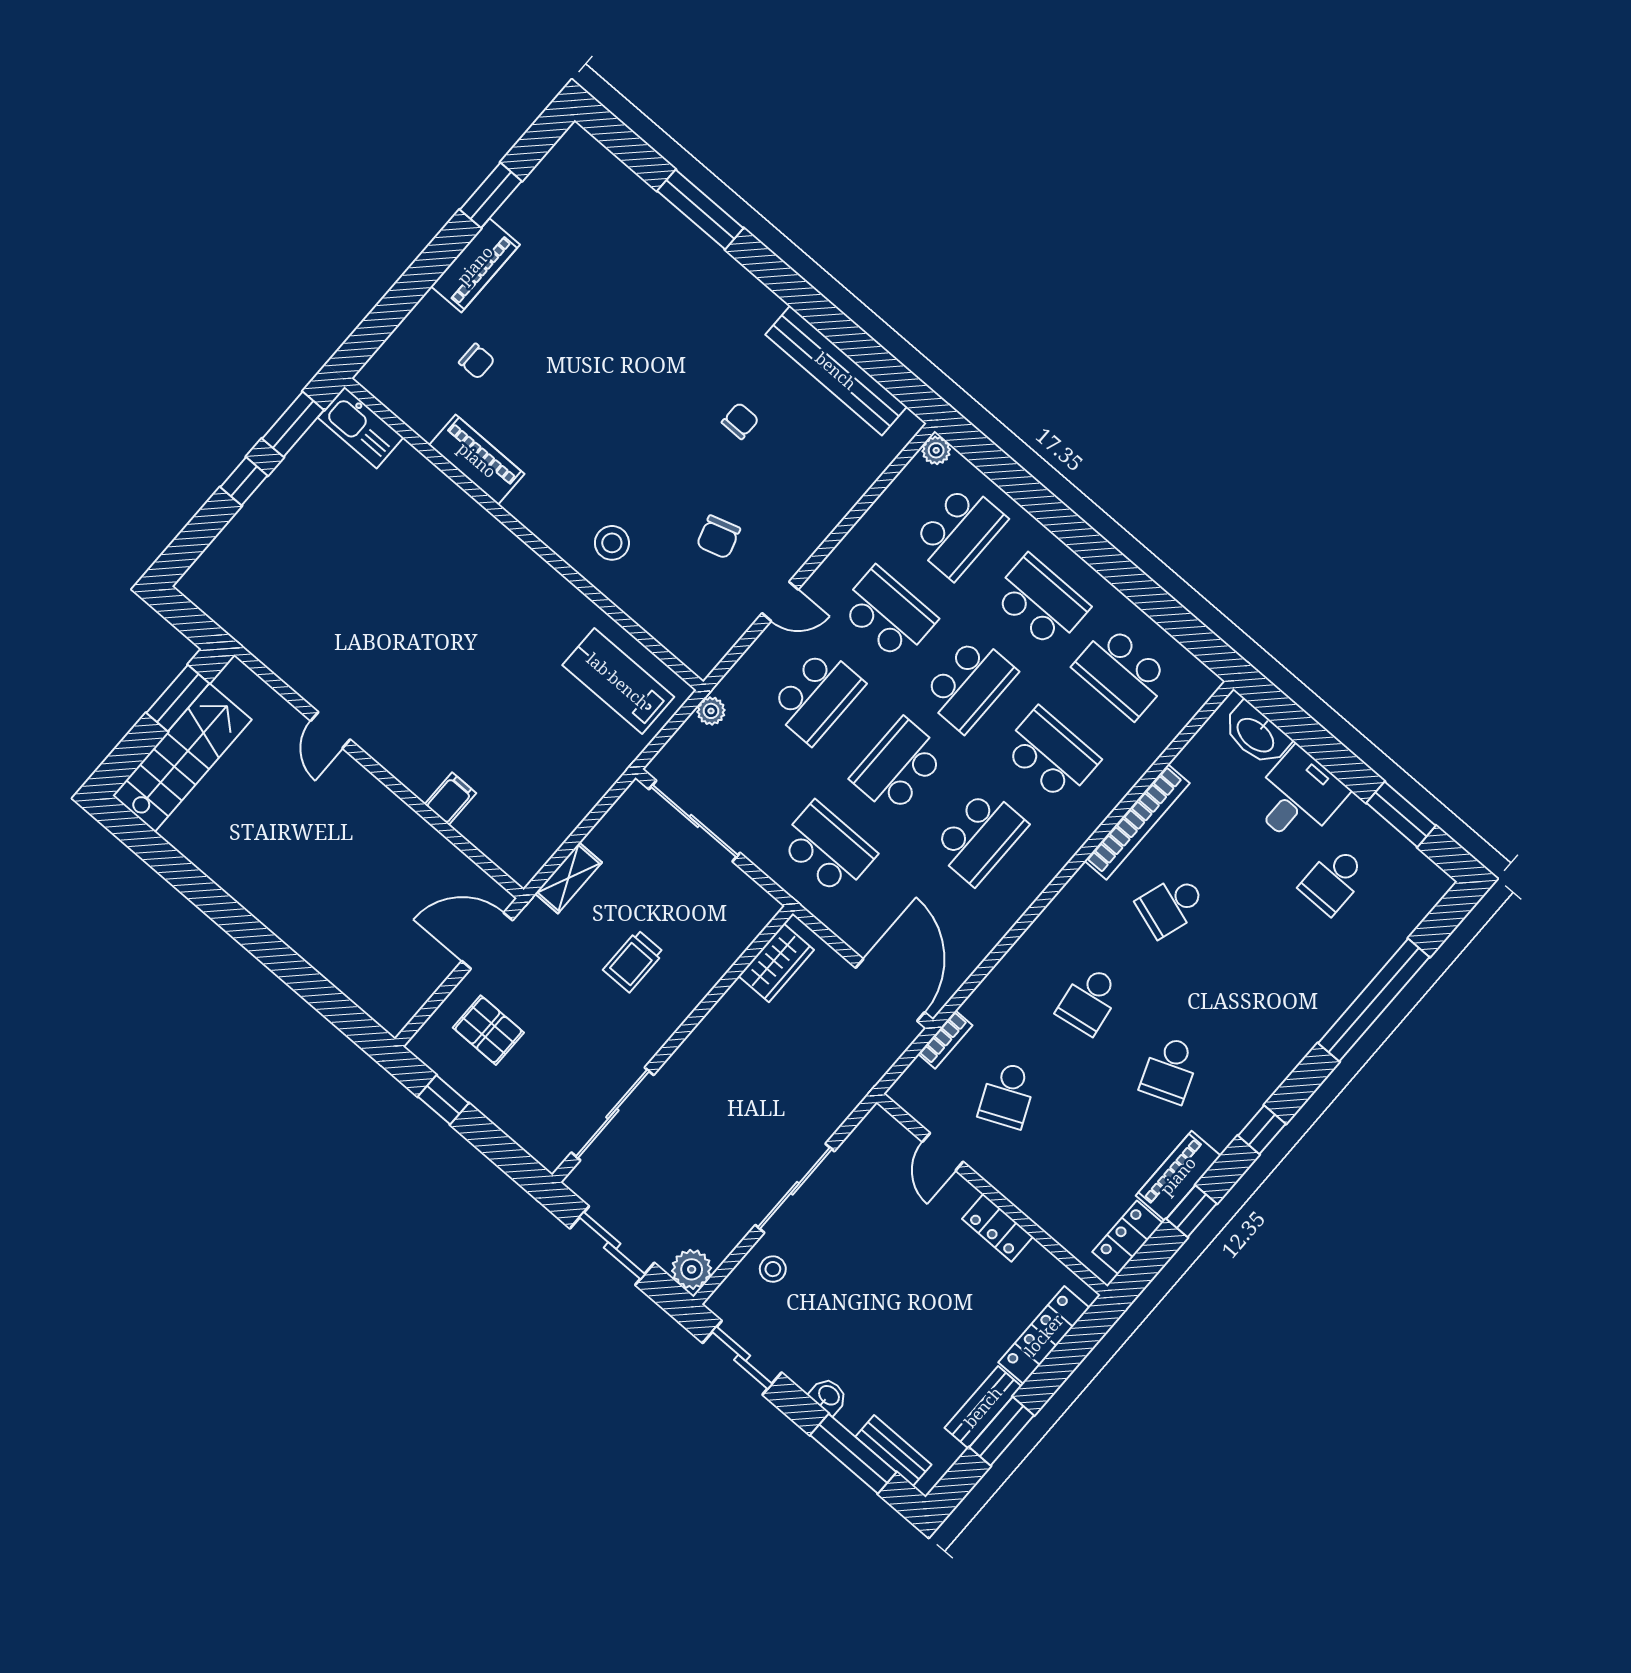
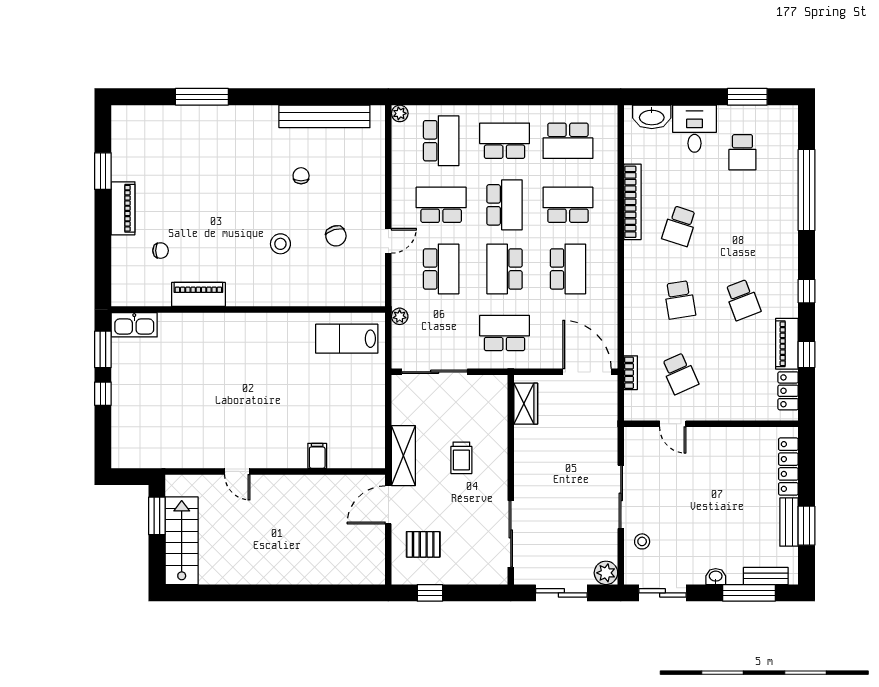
stool: (612, 543) -> (280, 244), moved
shelving: (569, 878) -> (403, 456), width x1.50, depth x1.33
locker: (997, 1228) -> (726, 437), removed

